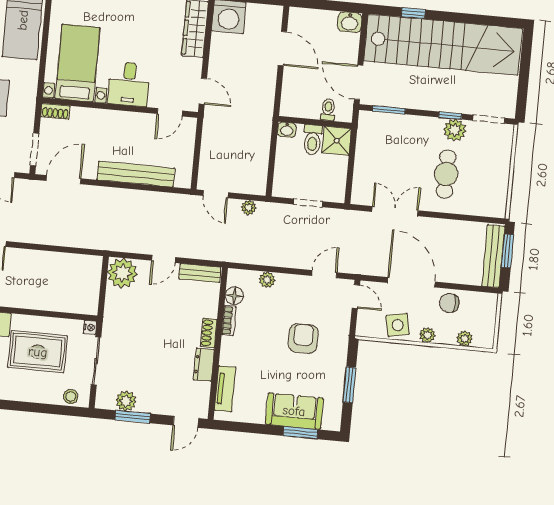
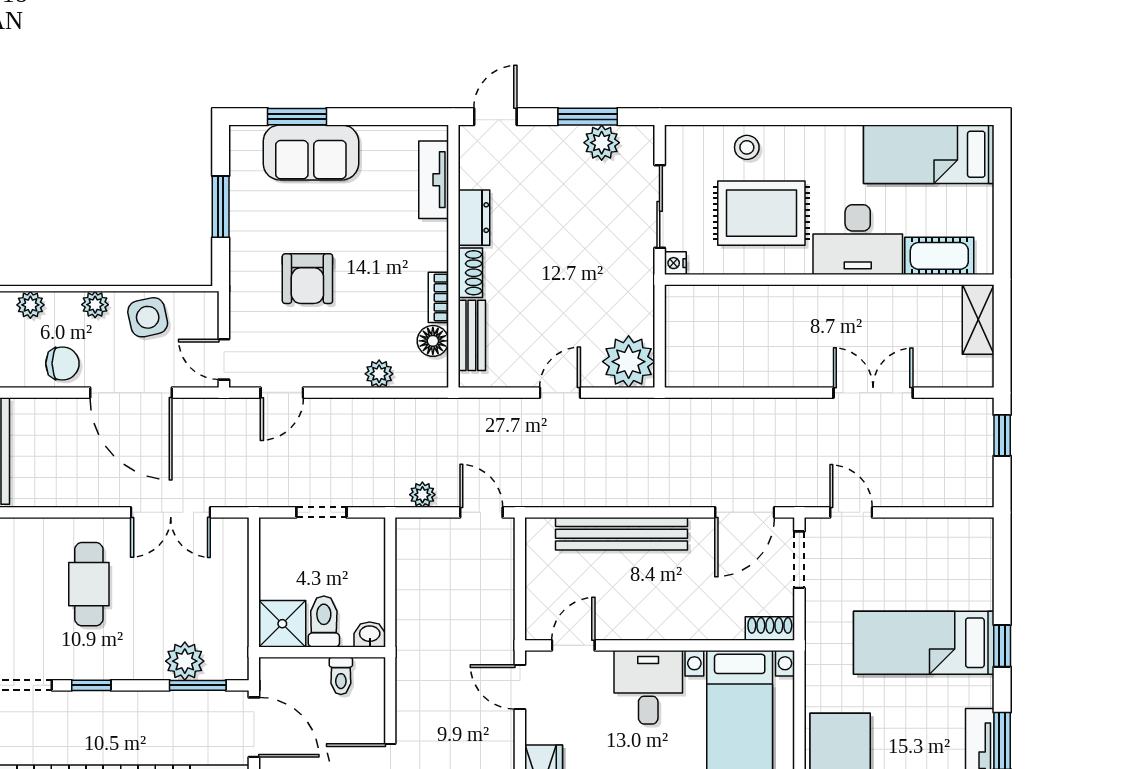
toilet: (328, 110) -> (341, 676), moved
plant: (455, 130) -> (185, 661), moved
bench: (200, 273) -> (472, 335), moved, turned 90
stool: (71, 396) -> (747, 147), moved

